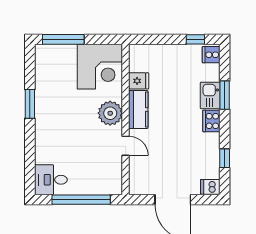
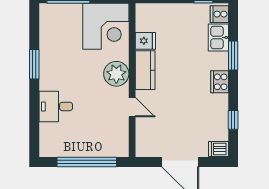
kitchen sink: (210, 95) -> (218, 38), moved
desk: (51, 180) -> (56, 106), moved

